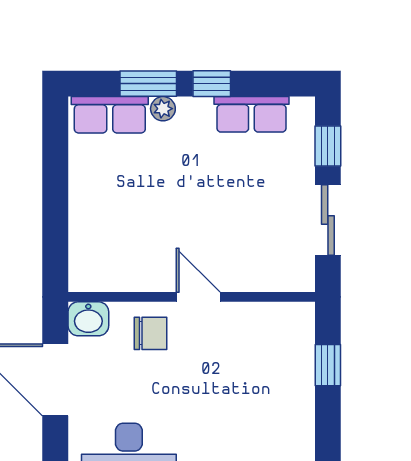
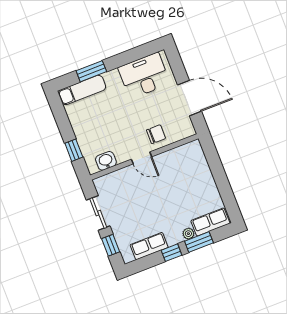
washbasin: (88, 319) -> (106, 161), moved
chair: (150, 333) -> (156, 134), turned 180

